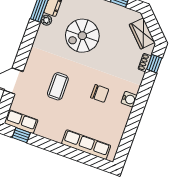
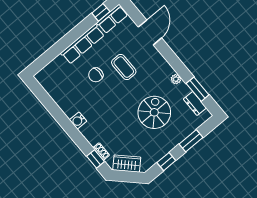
plant: (46, 20) -> (176, 79), moved
chair: (100, 93) -> (96, 75), moved
row of seats: (86, 145) -> (83, 44), moved

